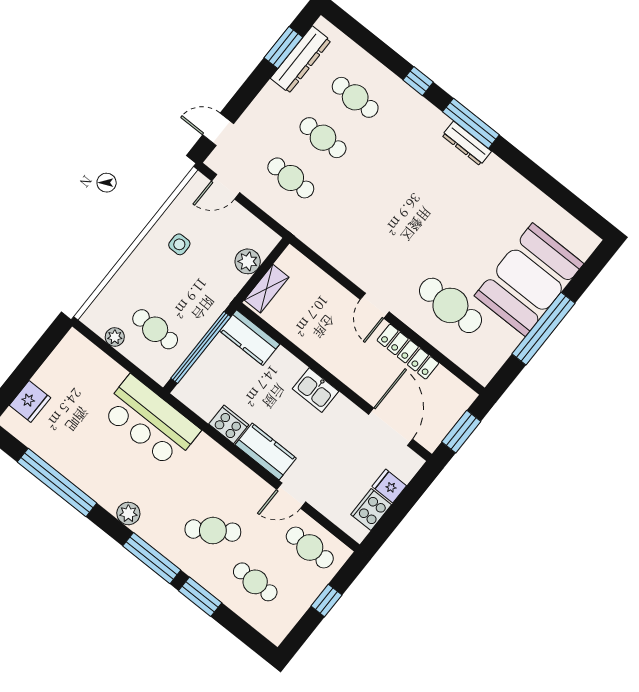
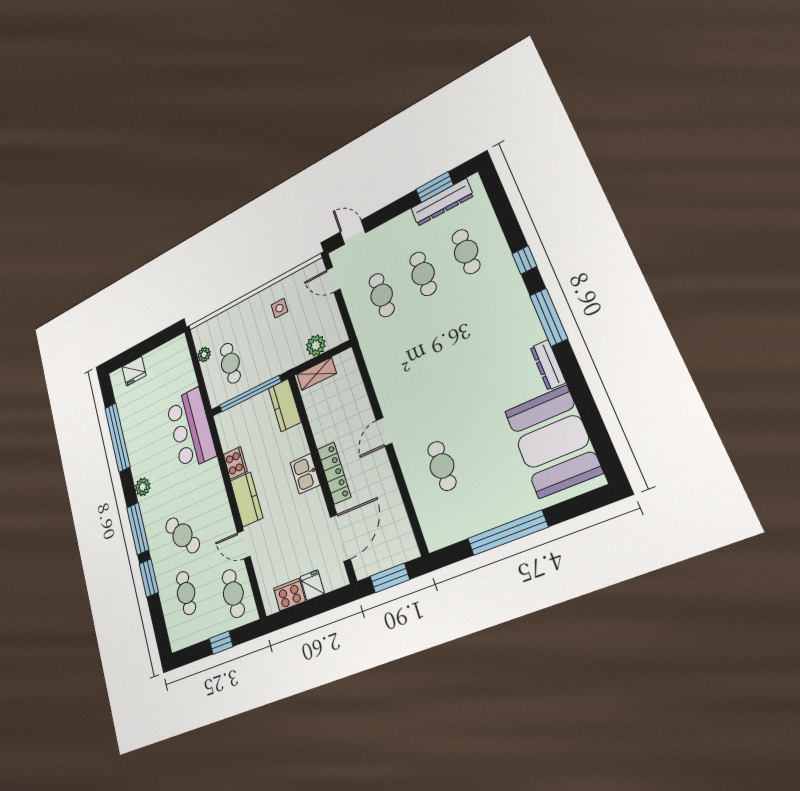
dresser: (467, 143) -> (548, 365), moved
booth: (529, 280) -> (553, 441), moved, turned 90
cafe table: (450, 305) -> (442, 466), width x0.73, depth x0.74
locker: (408, 352) -> (334, 473), moved, turned 180

